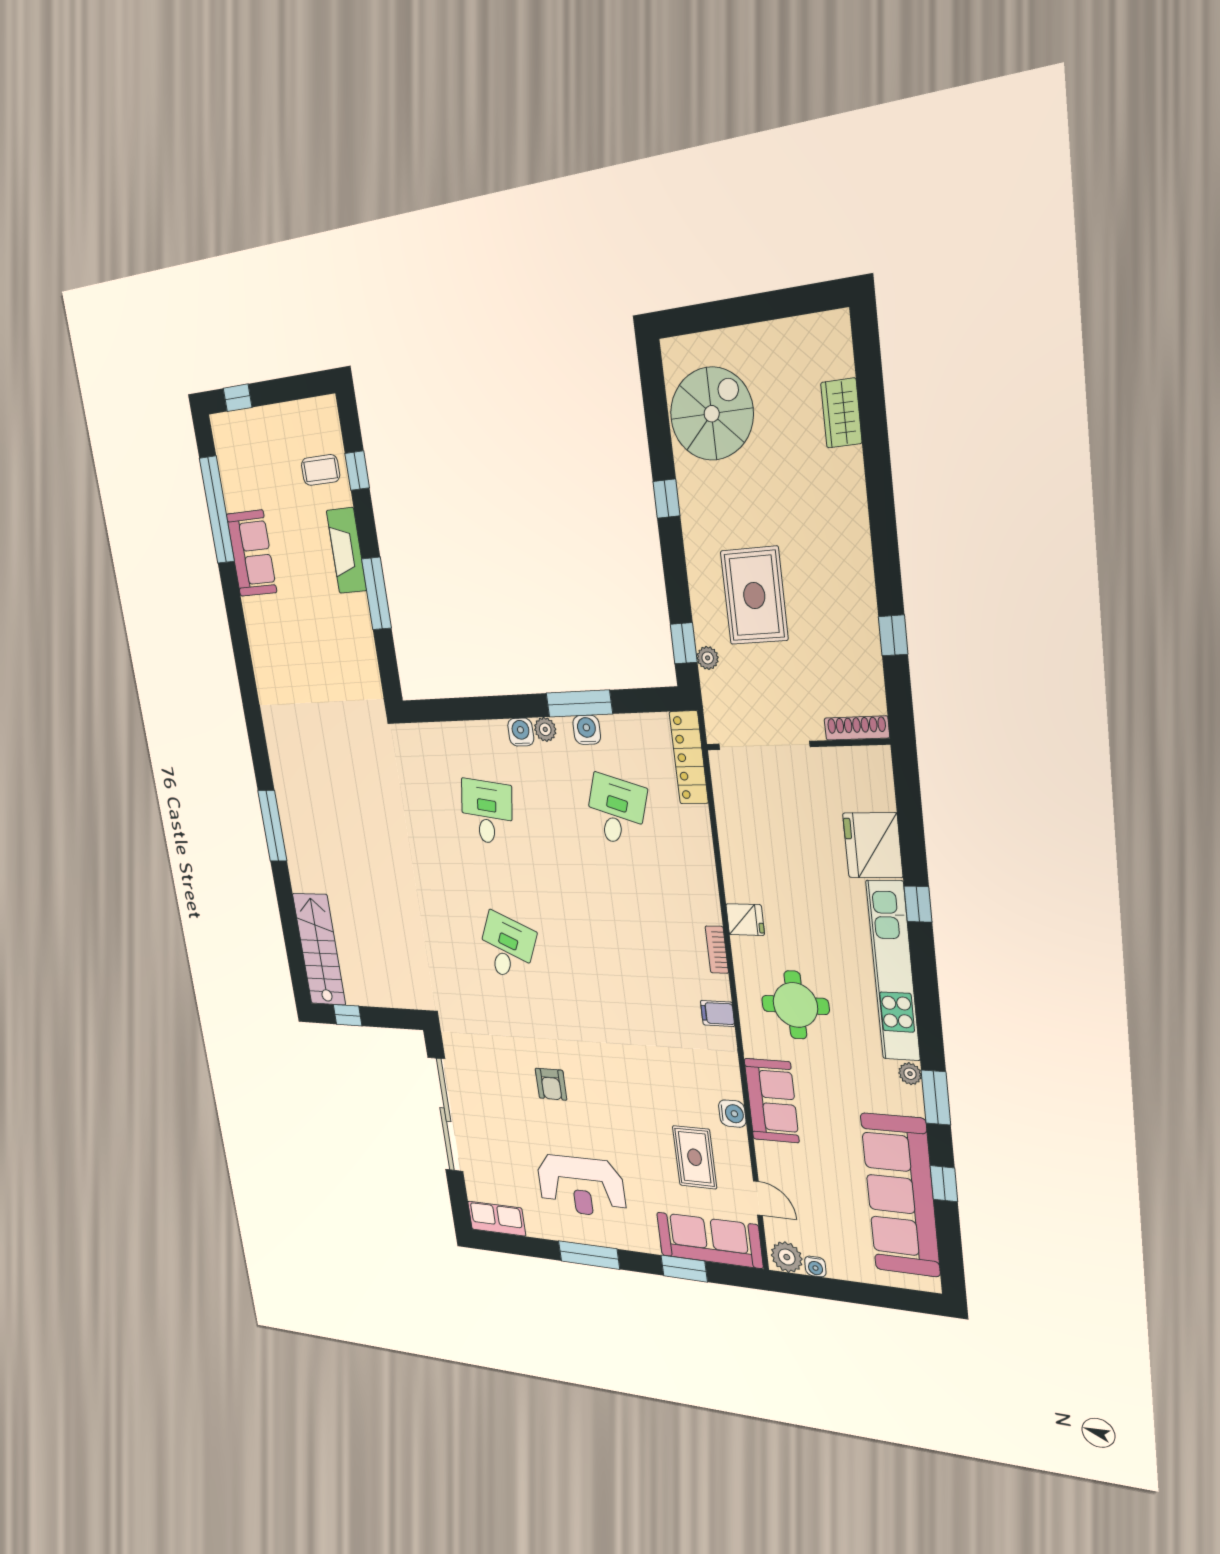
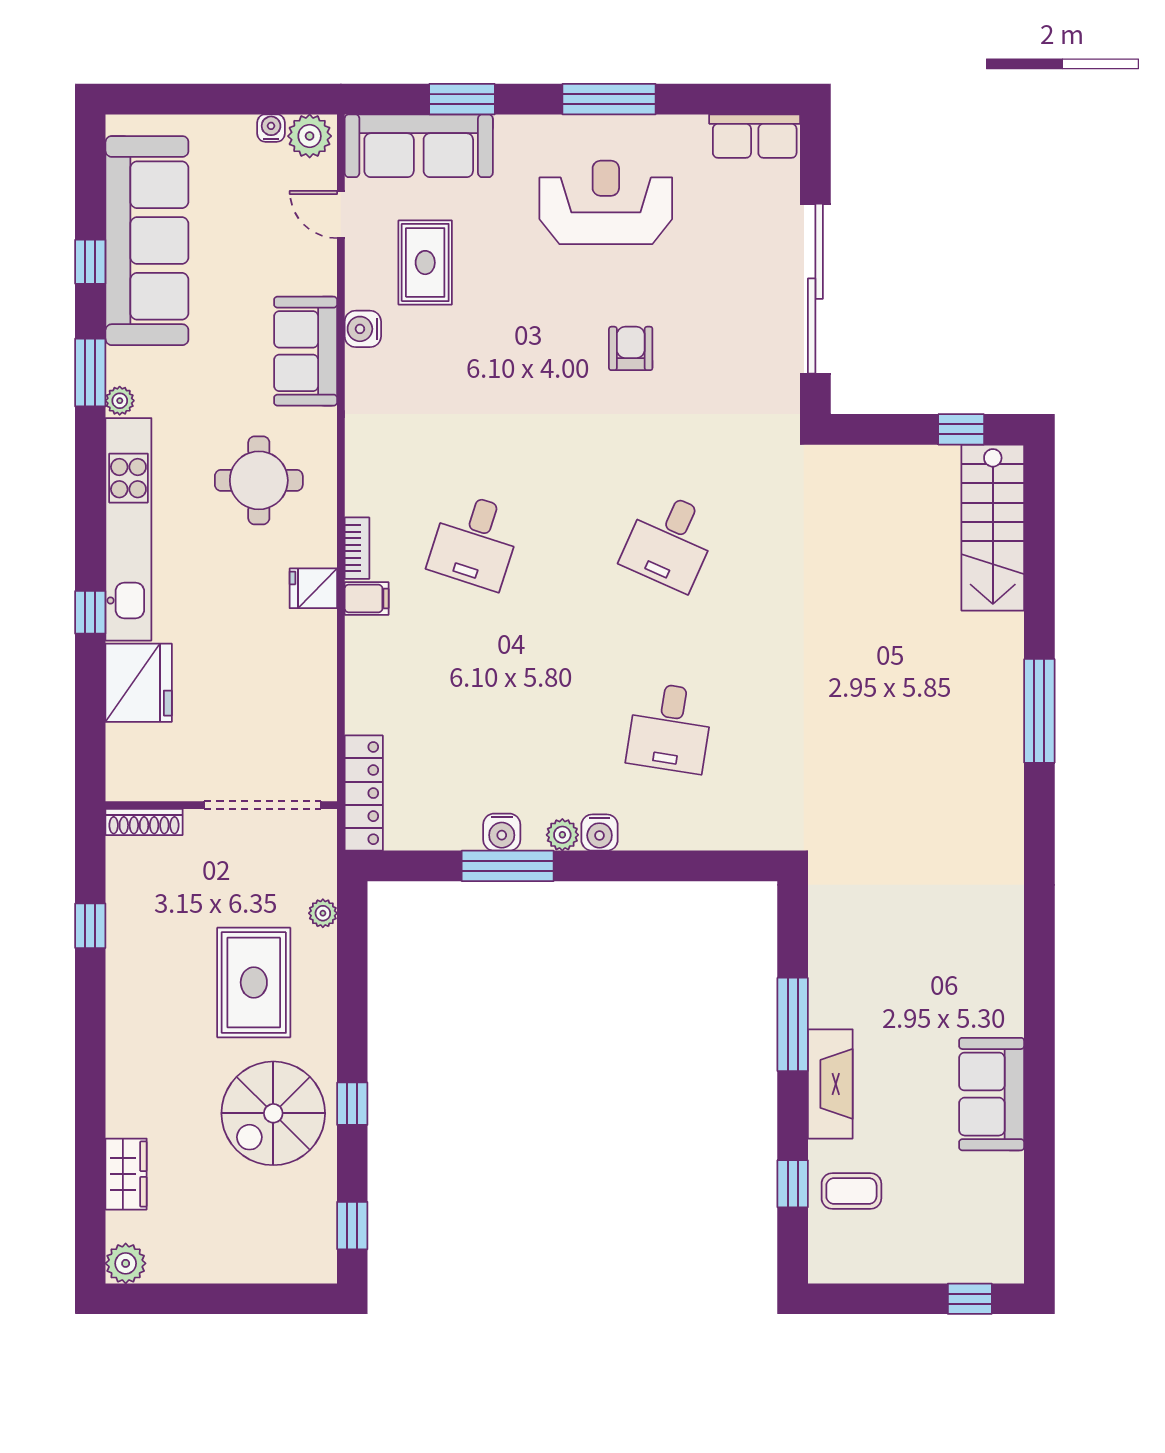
plant: (834, 329) -> (126, 1263), added
spiral stairs: (712, 414) -> (273, 1113), moved
window: (217, 510) -> (1039, 1157), removed
window: (684, 643) -> (352, 1226), moved
desk: (616, 811) -> (475, 541), moved
filing cabinet: (718, 1013) -> (367, 599), moved

